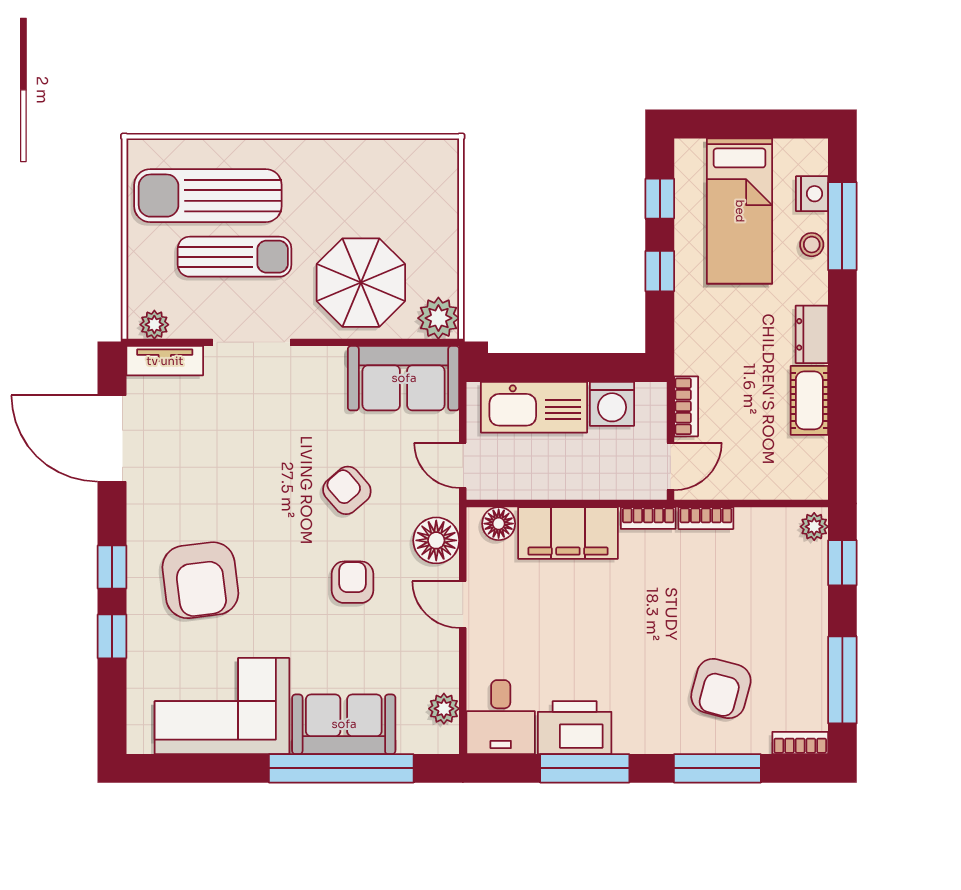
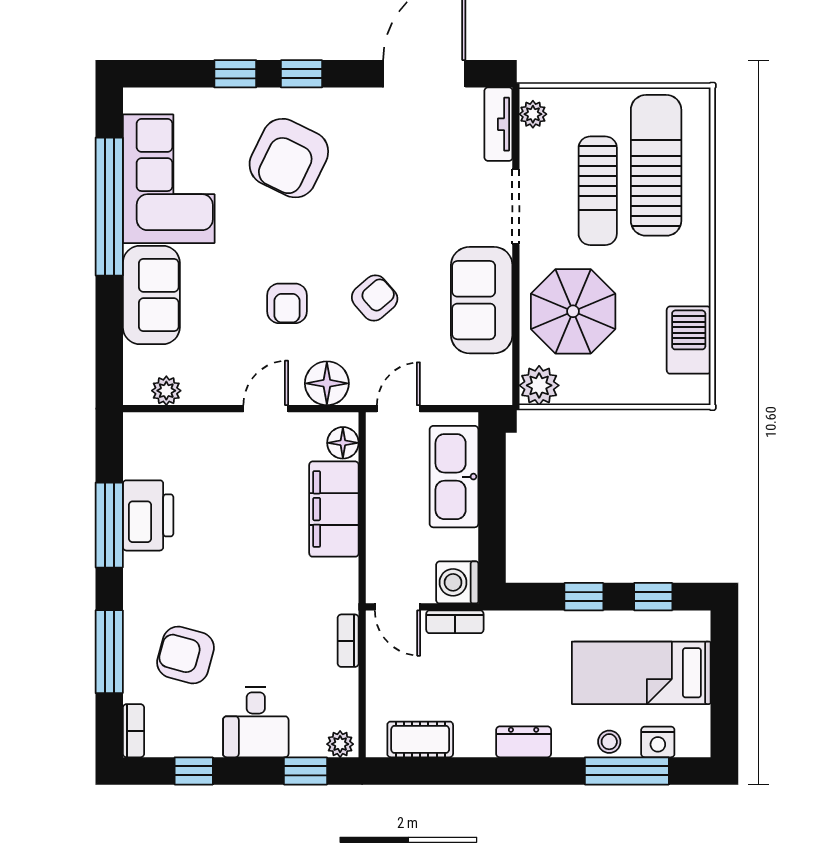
barbecue: (391, 161) -> (689, 340), added
sofa: (404, 378) -> (482, 300), moved
cot: (809, 400) -> (420, 739), moved
washing machine: (612, 404) -> (457, 582), moved
bookcase: (648, 518) -> (348, 586), removed
armchair: (200, 580) -> (289, 158), turned -57
armchair: (353, 582) -> (287, 303), turned 90
window: (842, 680) -> (194, 771), width x0.46
desk: (501, 717) -> (256, 722), moved, turned -90
window: (341, 768) -> (109, 207), moved

